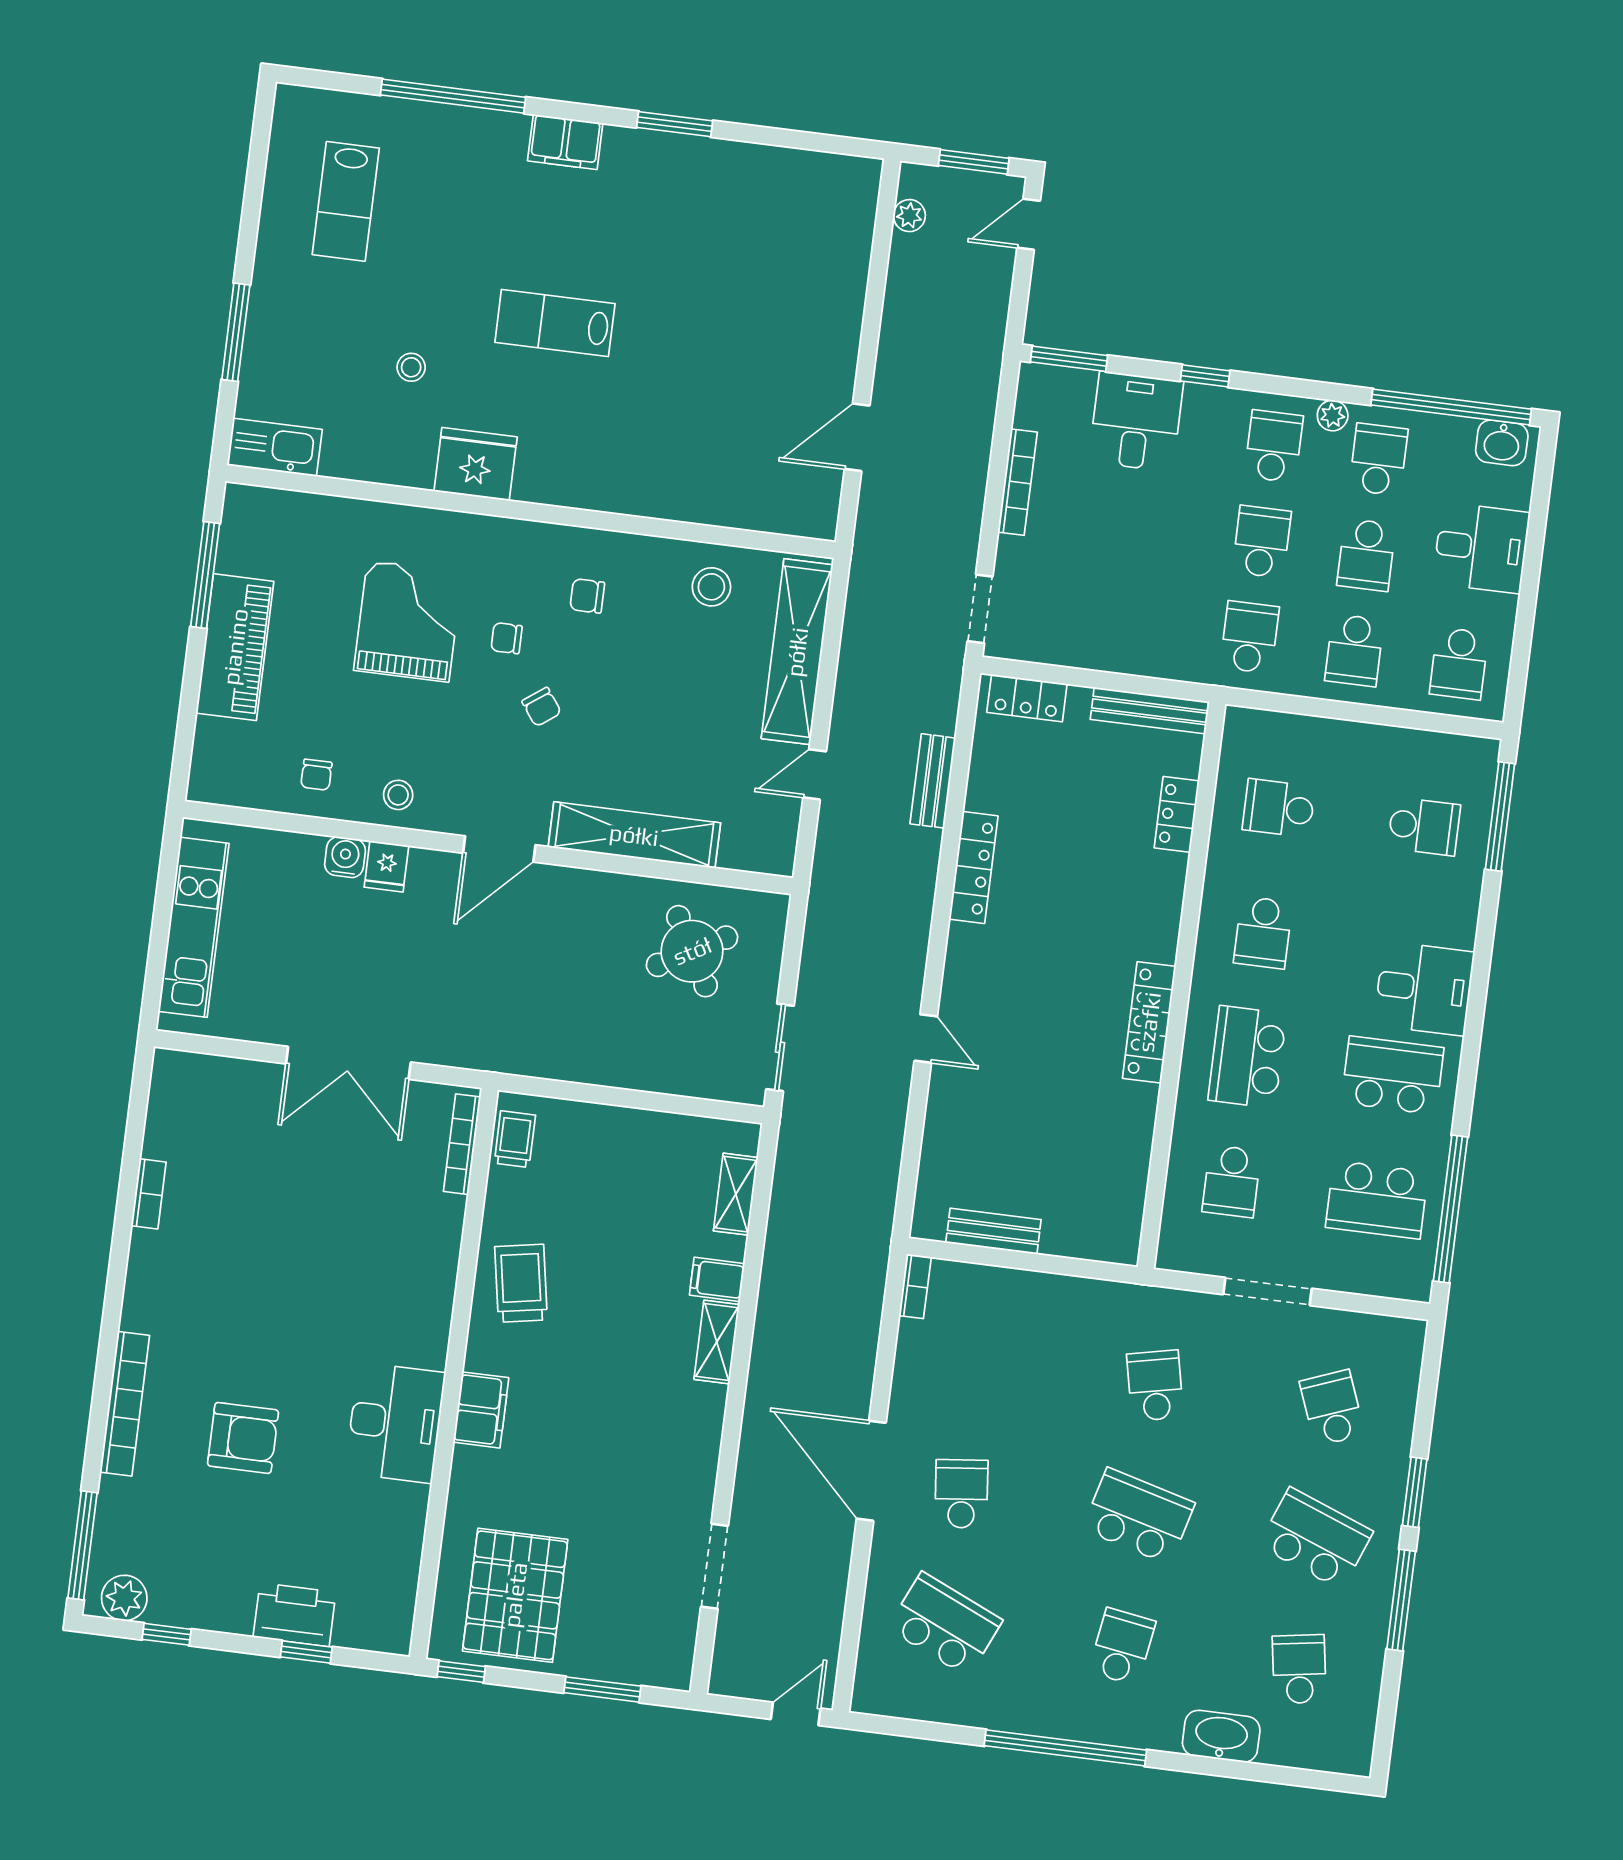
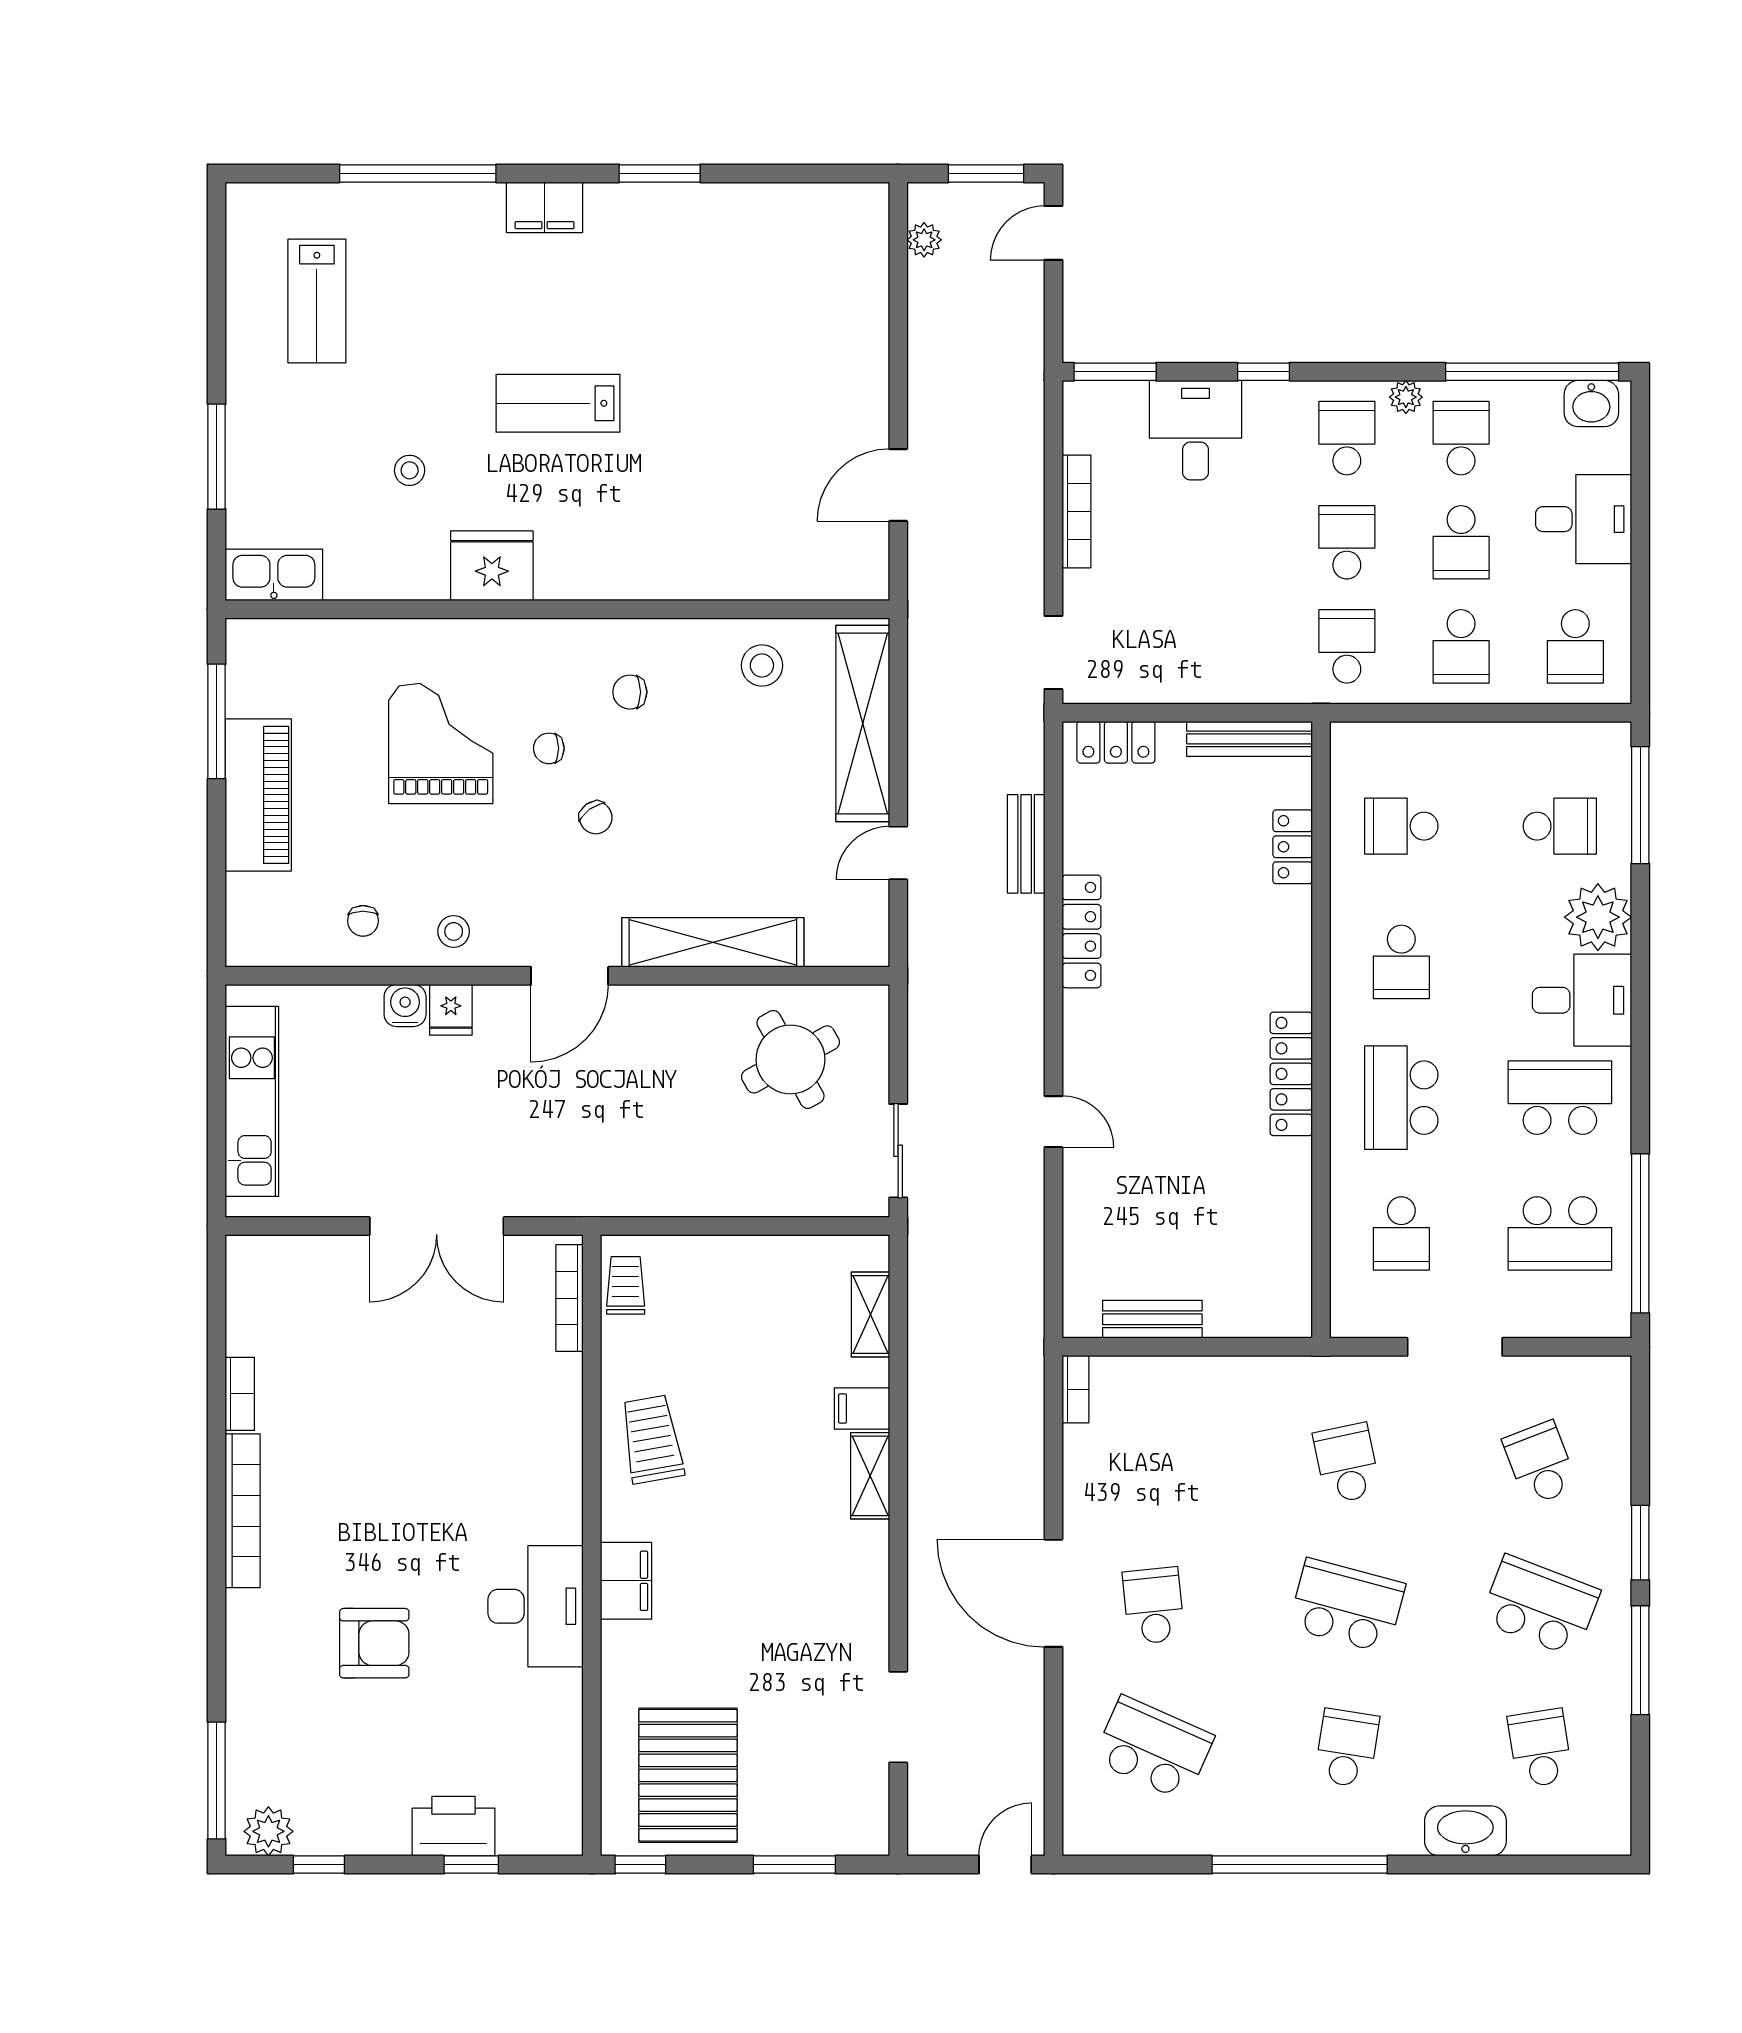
plant: (1448, 914) -> (1598, 917), added
bookcase: (125, 1404) -> (243, 1511), moved

